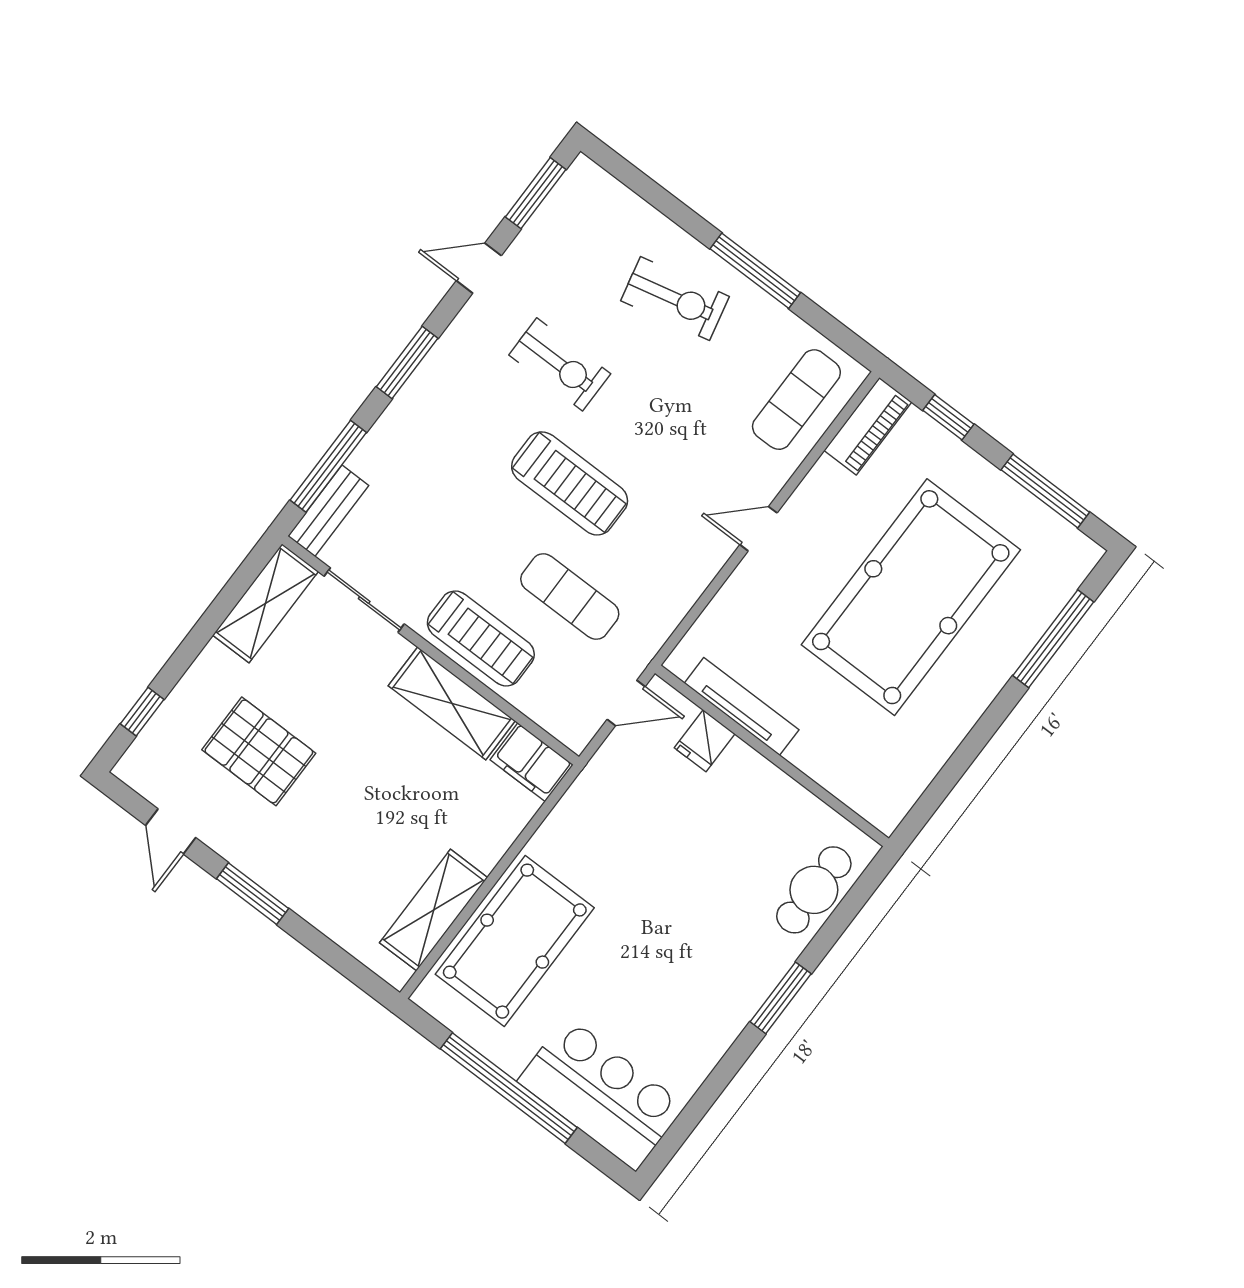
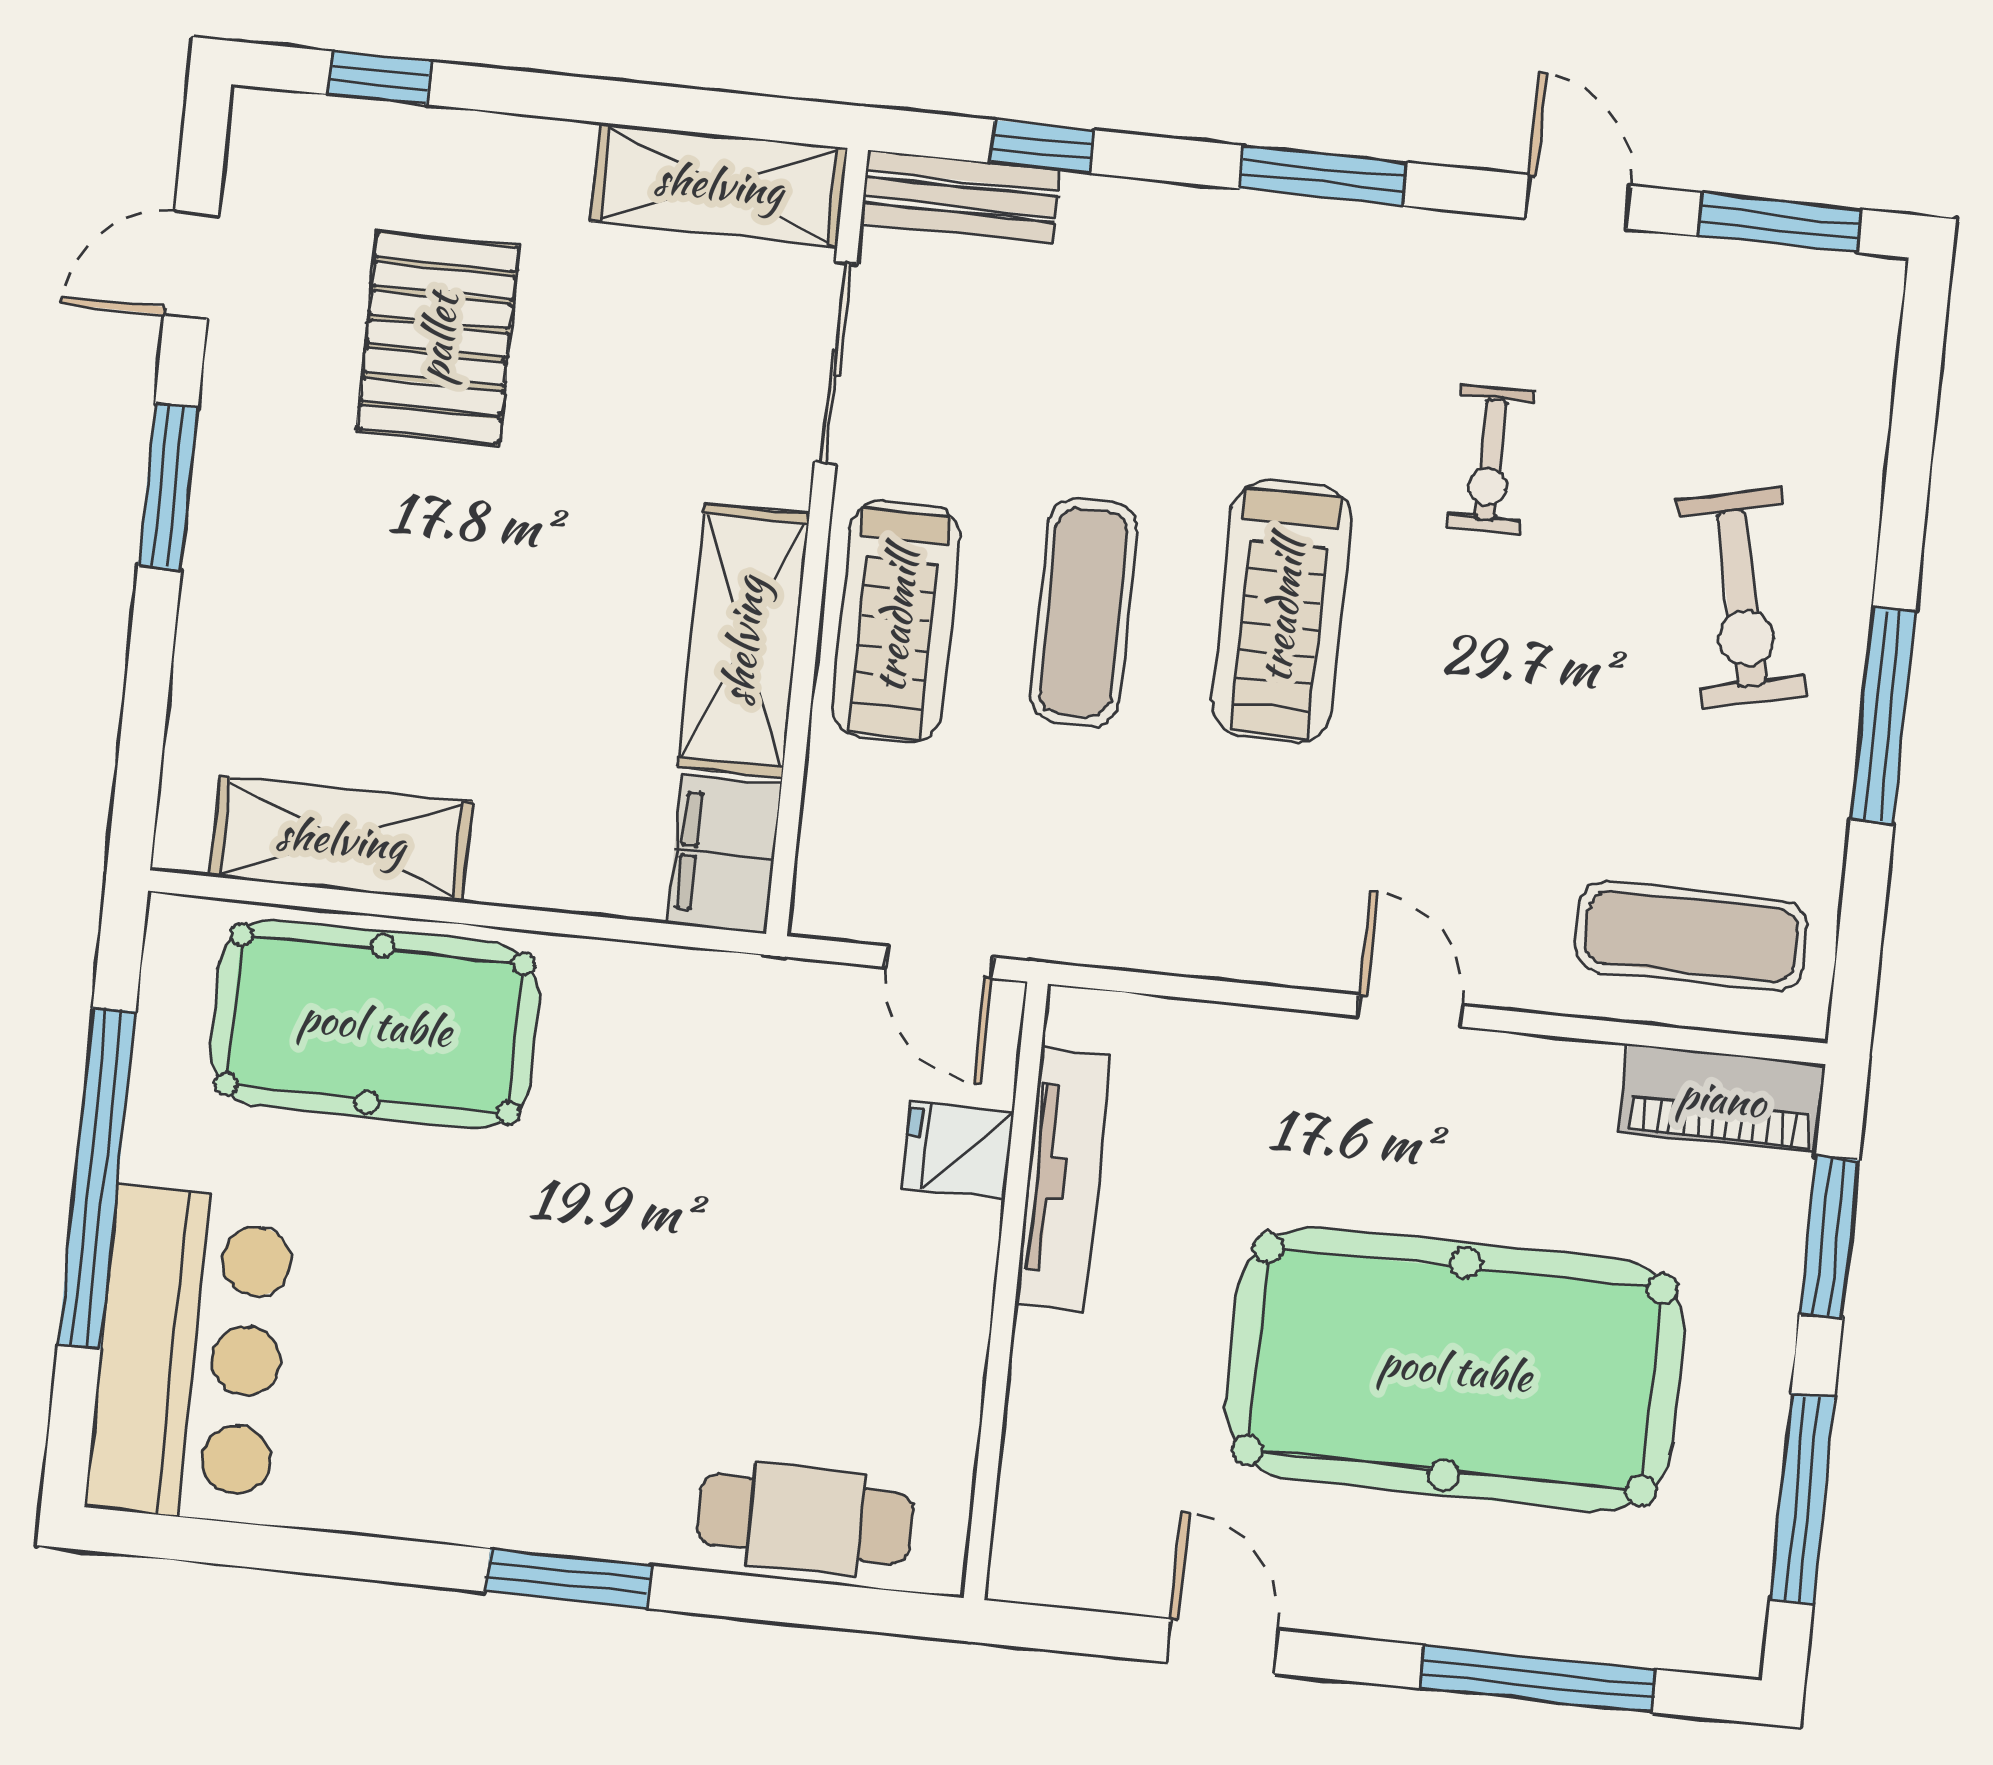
exercise bike: (560, 364) -> (1490, 459), width x0.73, depth x0.72
window: (948, 417) -> (1829, 1237), width x1.50
window: (328, 466) -> (1042, 146), width x0.46
exercise mat: (570, 597) -> (1084, 612), moved
door: (964, 756) -> (1222, 1646), added

